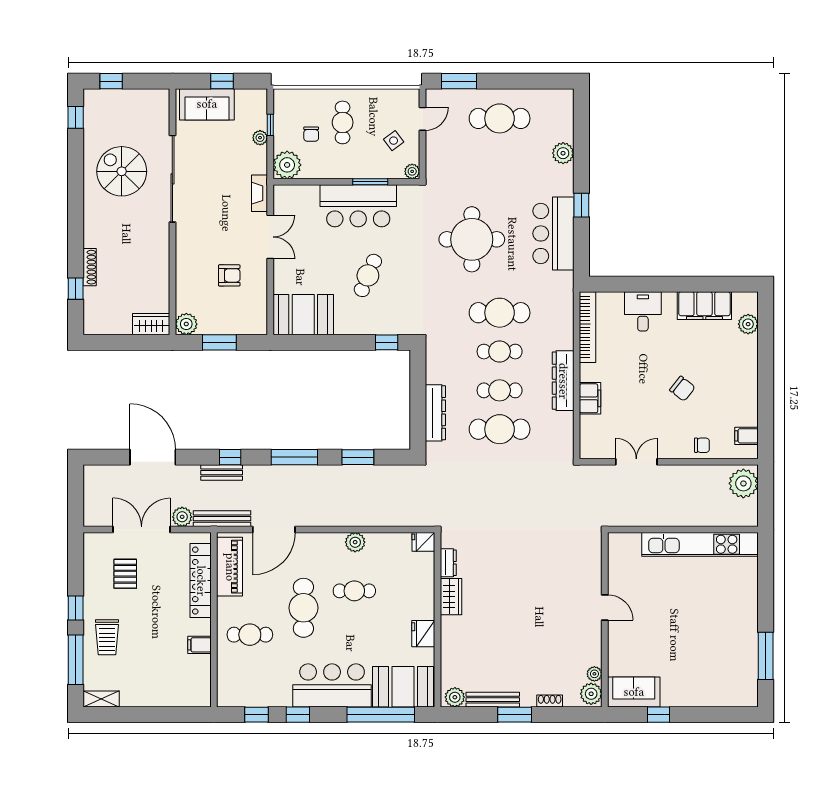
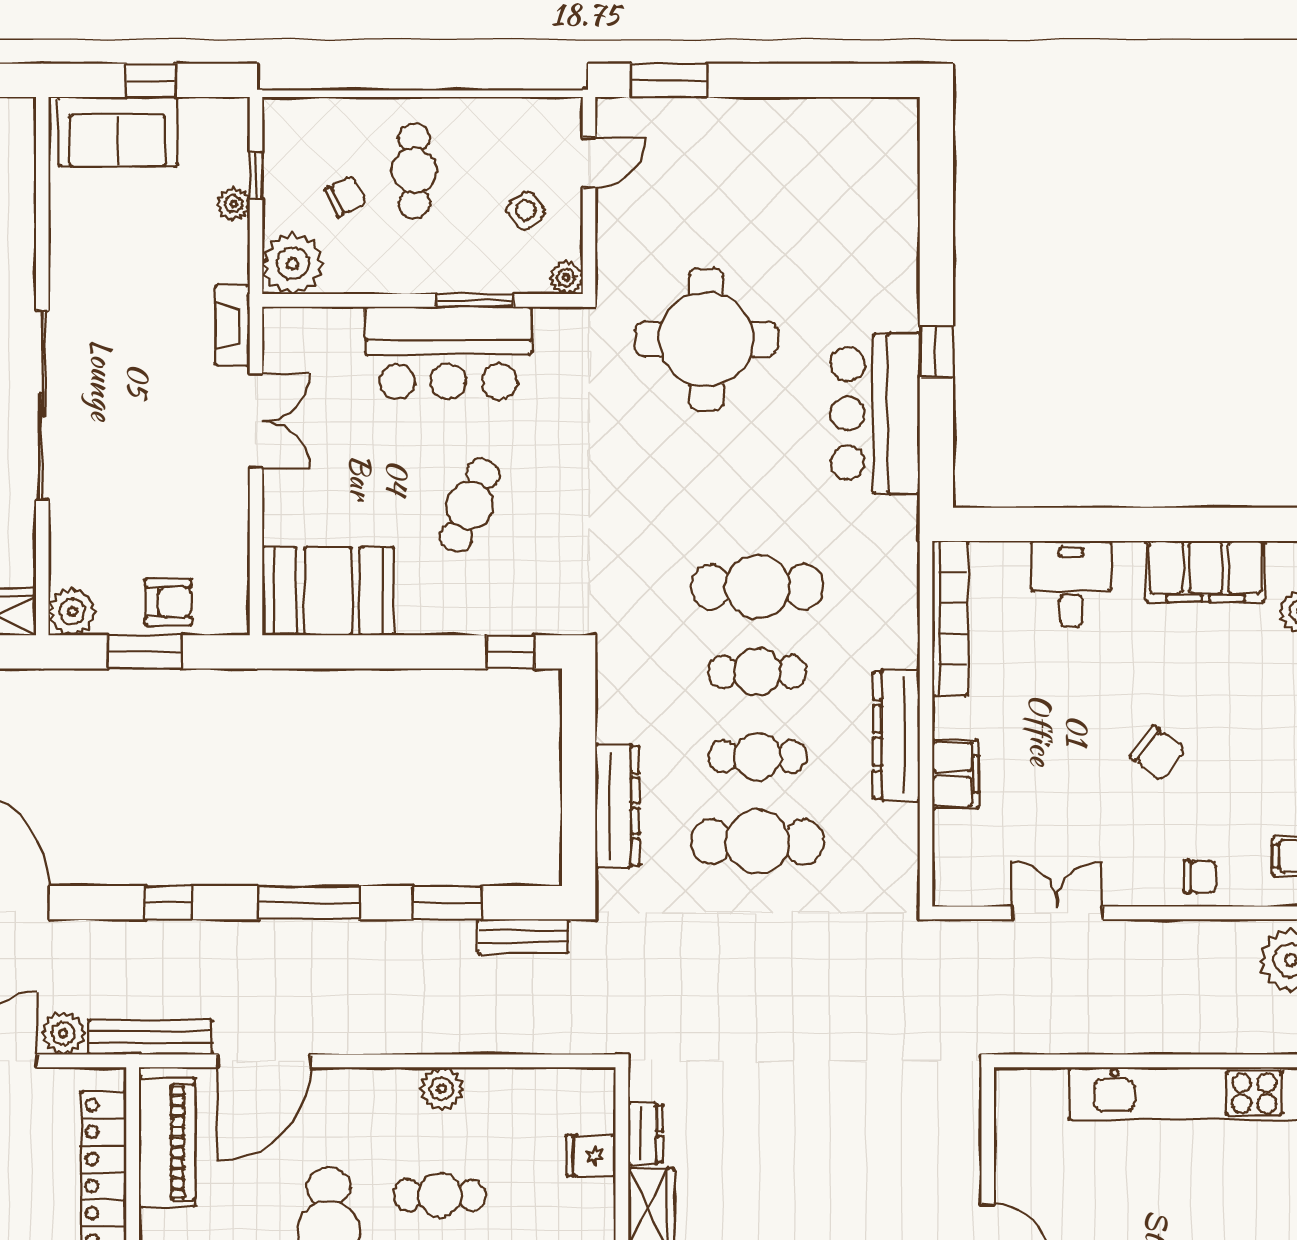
cafe table: (500, 118) -> (758, 162), removed
chair: (311, 134) -> (345, 196), turned -116
plant: (563, 153) -> (896, 238), removed
sliding door: (172, 179) -> (42, 405), moved
round table: (472, 239) -> (706, 339), moved
armchair: (229, 275) -> (168, 602), moved
bench: (222, 473) -> (523, 936), moved
fridge: (423, 542) -> (591, 1156), moved

